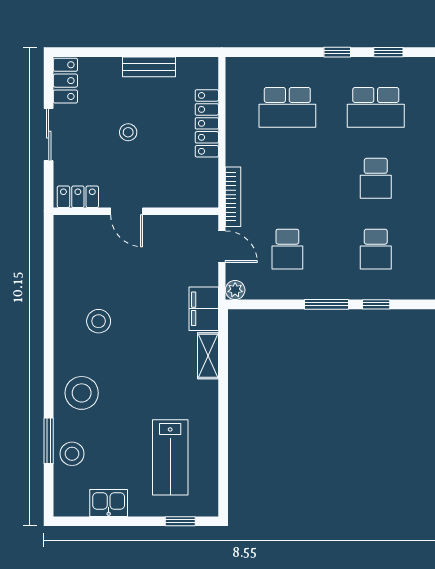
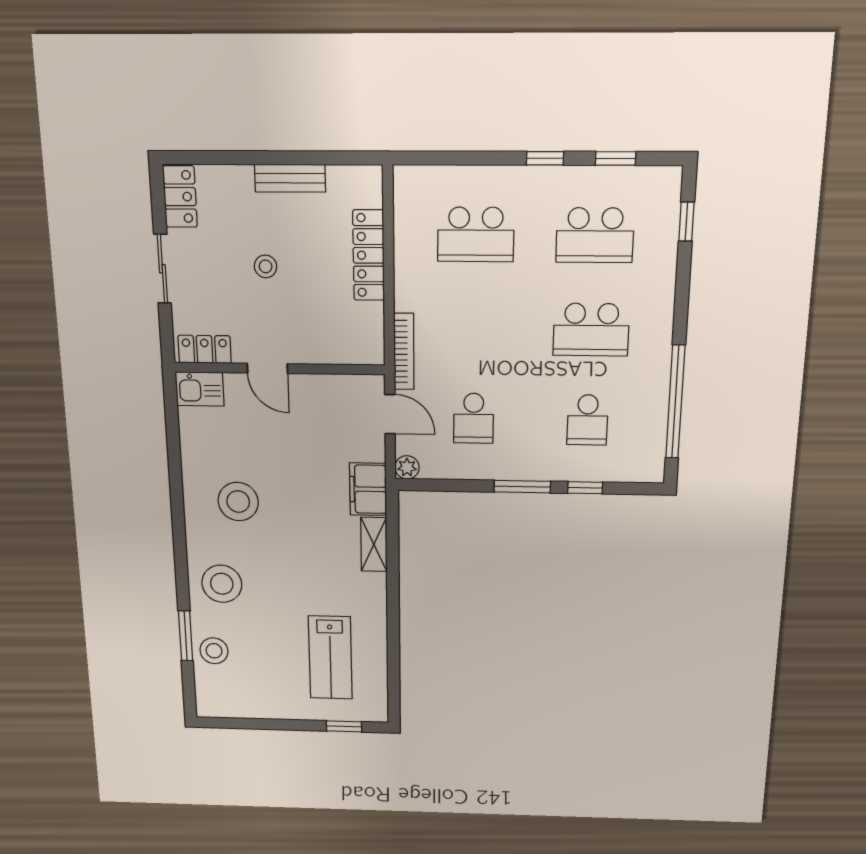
school desk: (376, 178) -> (591, 330), width x1.85
stool: (99, 321) -> (238, 502), width x1.38, depth x1.38
kitchen sink: (109, 503) -> (200, 389), moved, turned 180

